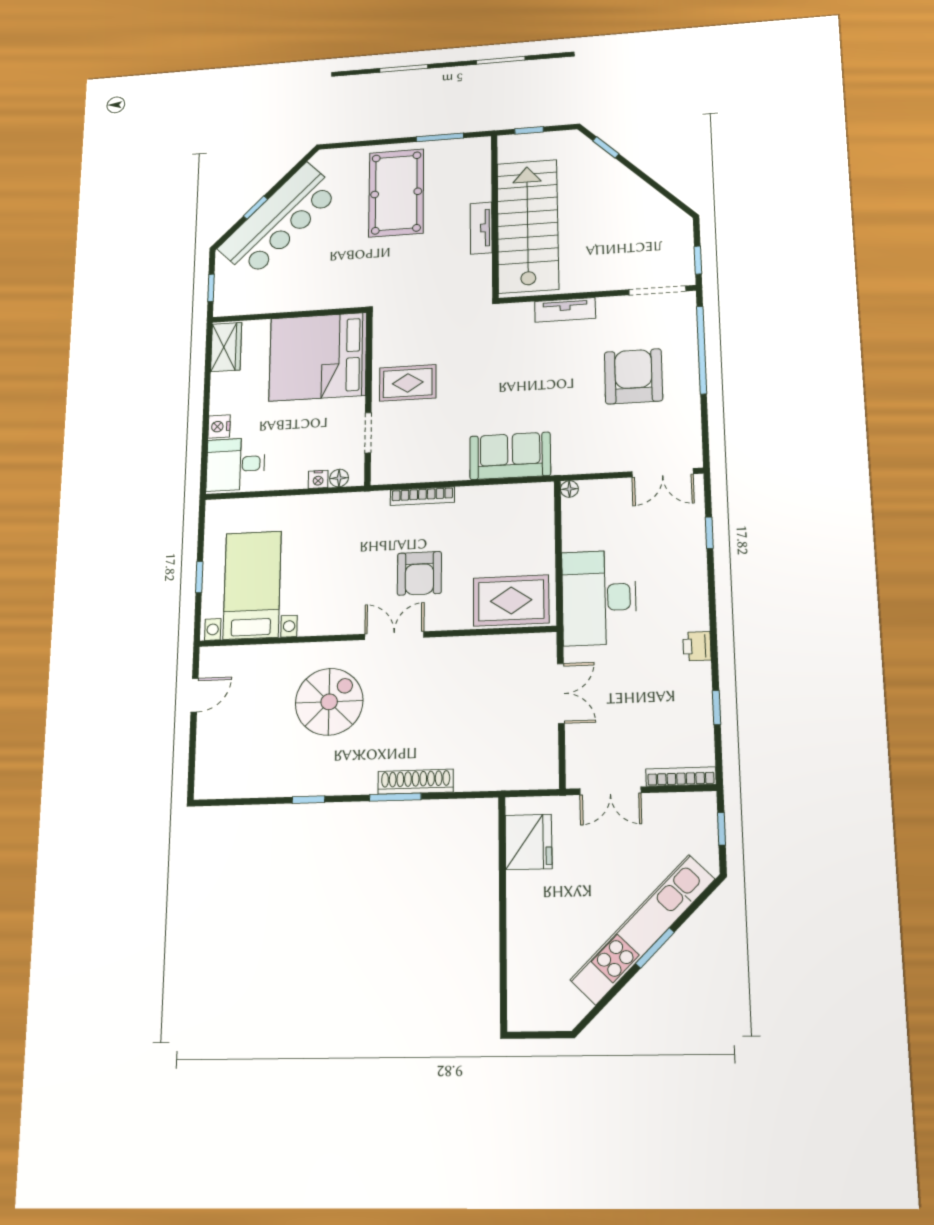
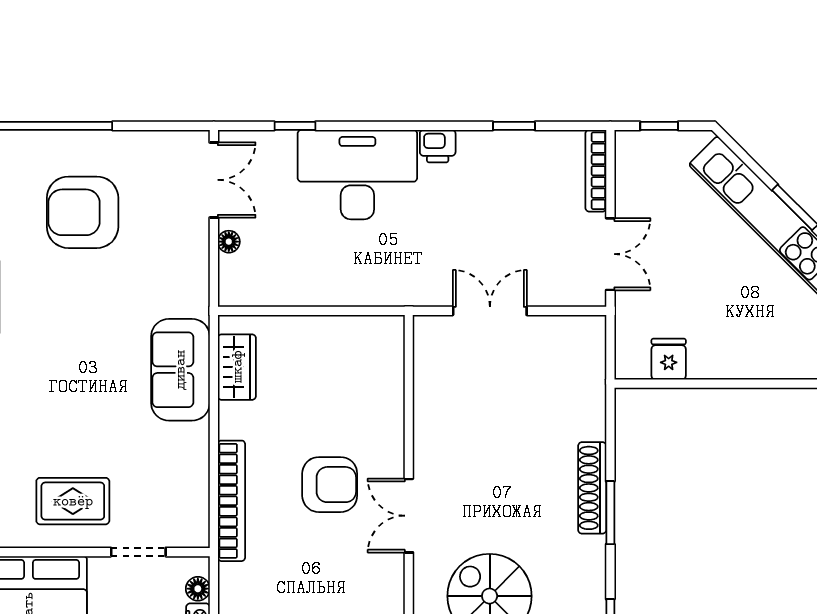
rug: (408, 383) -> (73, 501), turned 90
floor lamp: (569, 489) -> (229, 242), moved
bookcase: (422, 496) -> (231, 501), width x1.48, depth x1.31
wardrobe: (513, 498) -> (237, 367), added
desk: (599, 598) -> (357, 175), moved, turned 180
rug: (511, 600) -> (370, 370), removed
fridge: (529, 842) -> (669, 359), width x0.53, depth x0.75

